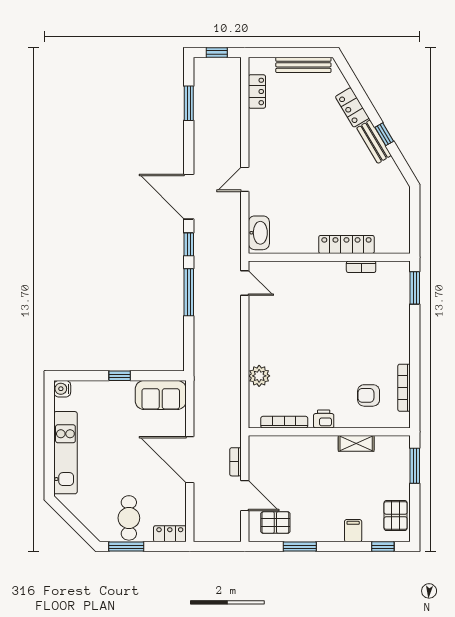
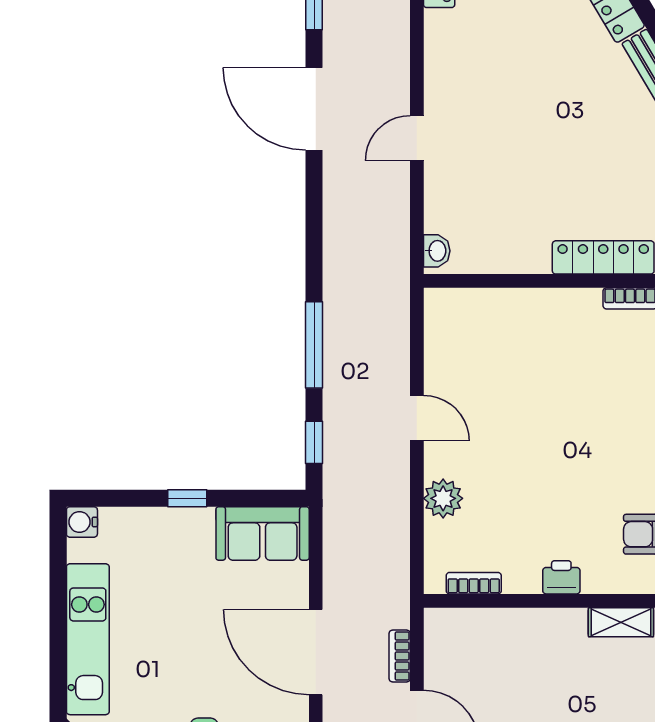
door: (189, 197) -> (314, 109), moved
washbasin: (259, 233) -> (437, 251), width x0.52, depth x0.69
window: (189, 244) -> (314, 442), moved
door: (245, 283) -> (417, 418), moved
bookcase: (284, 422) -> (474, 583), width x0.64

